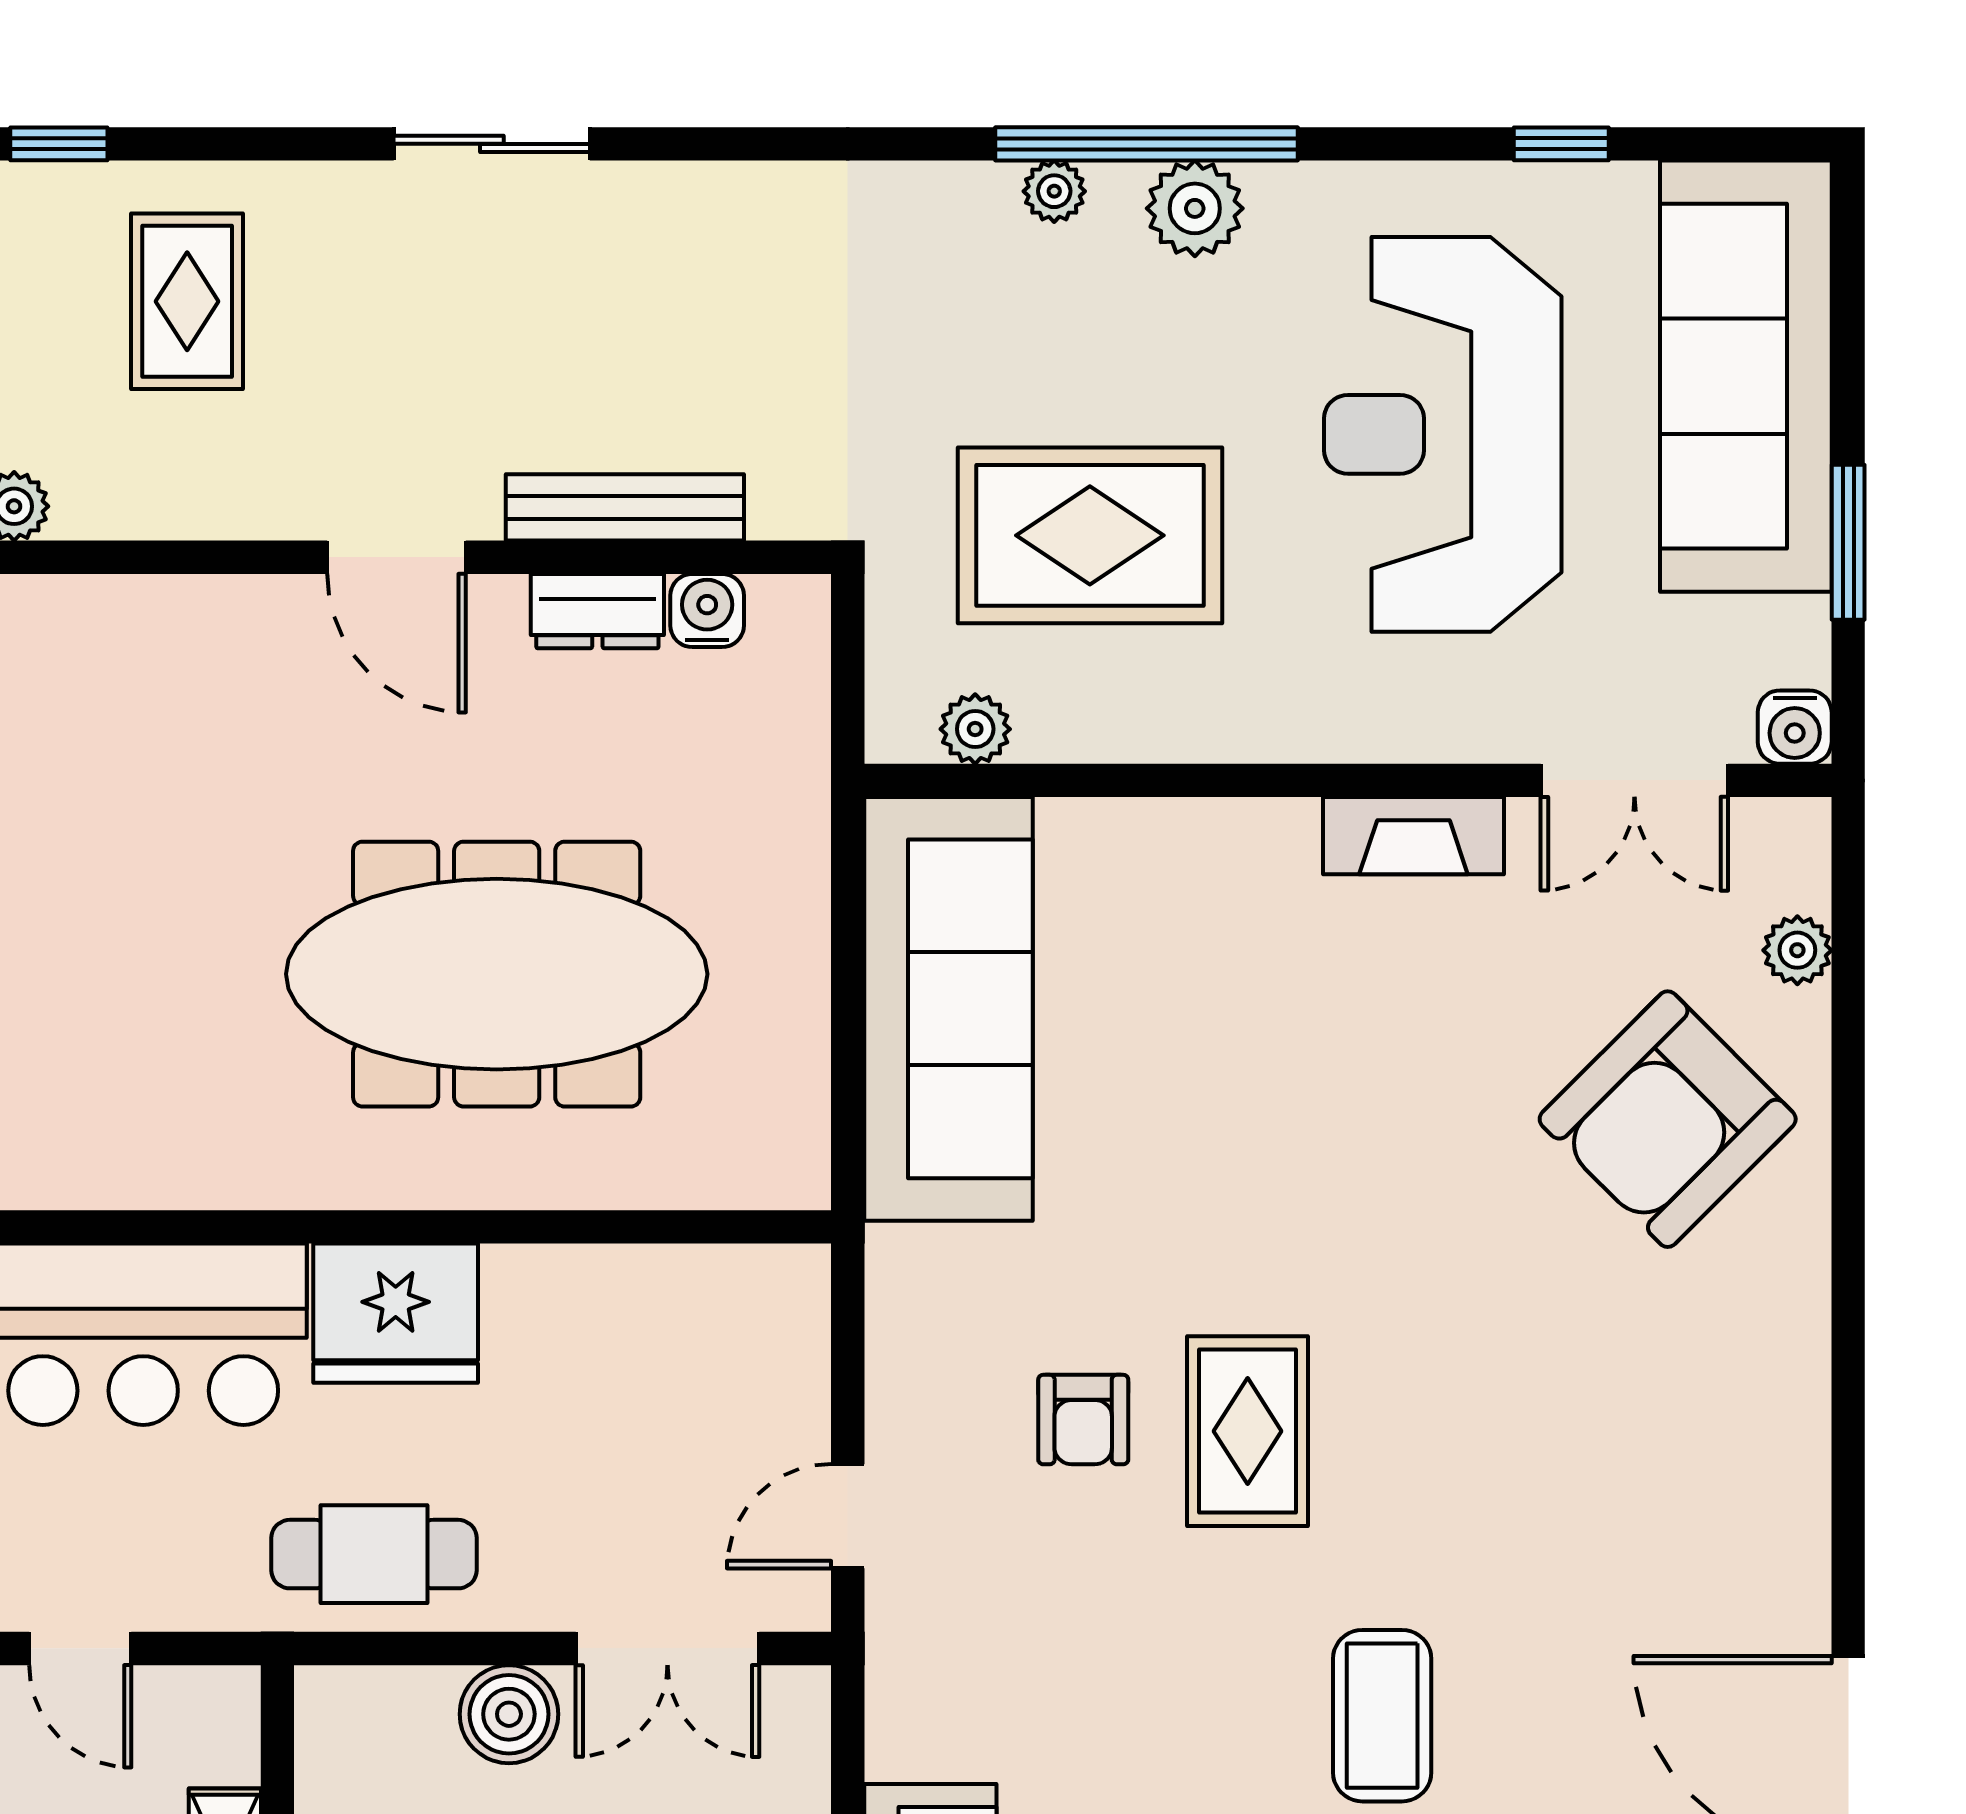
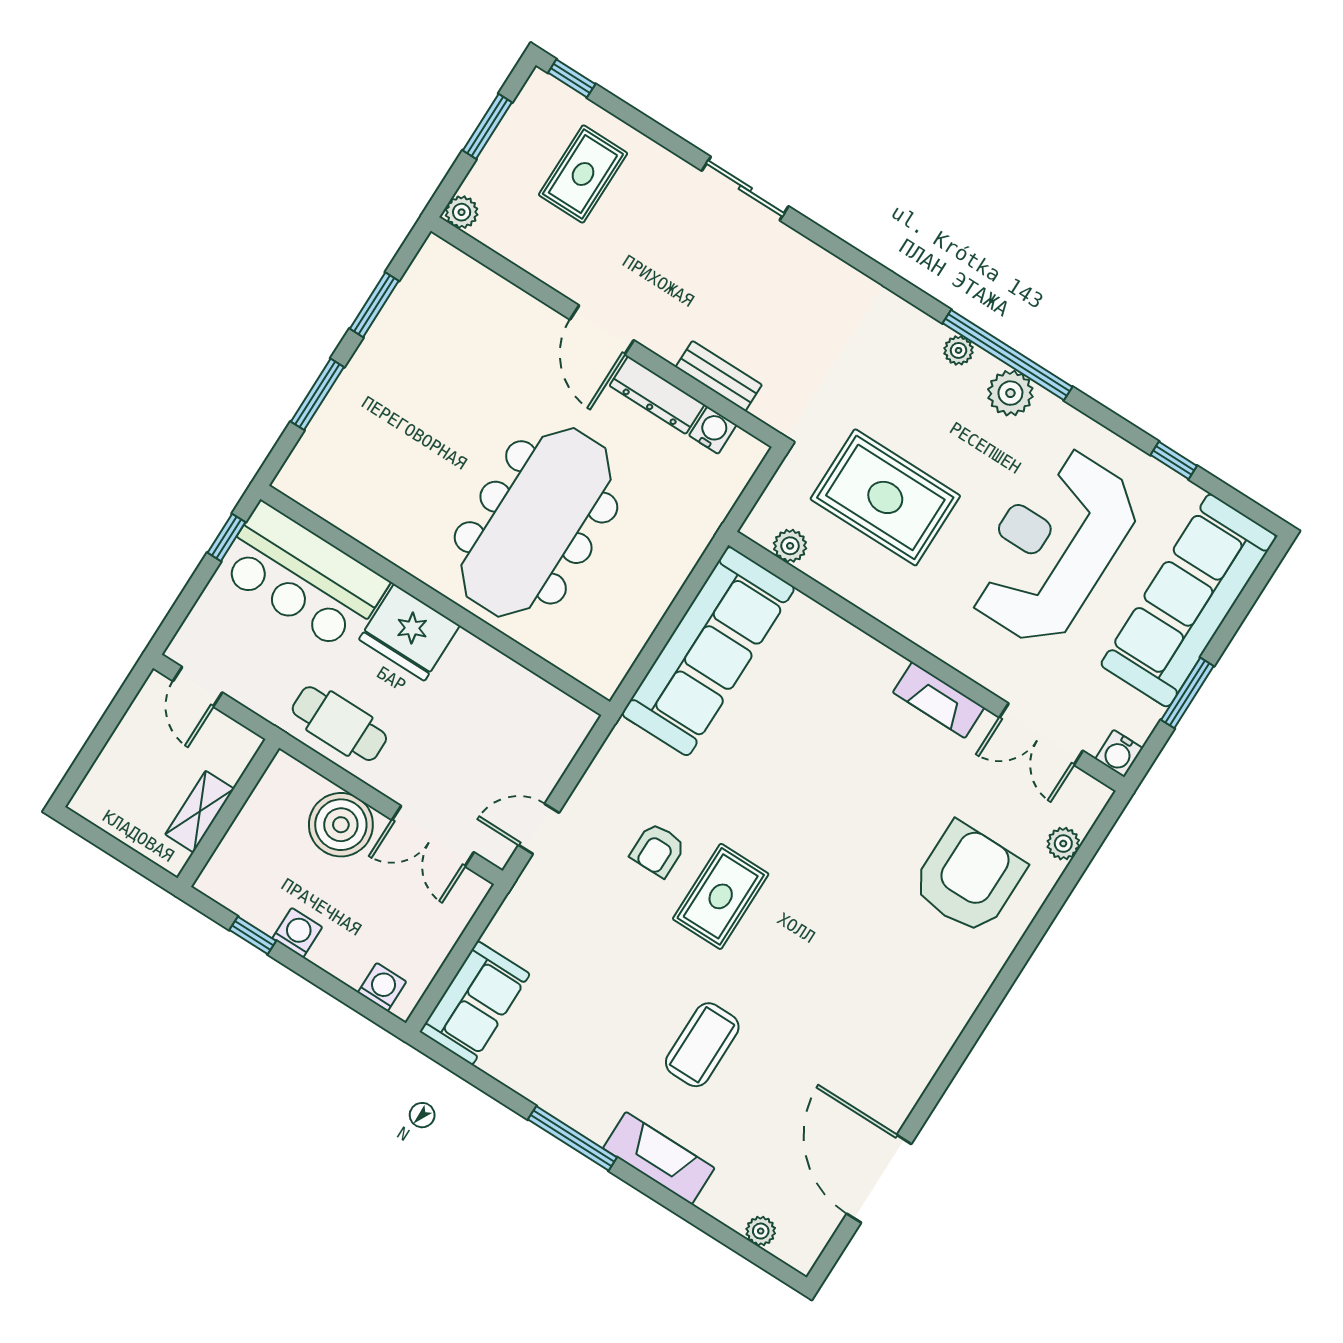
bench: (625, 507) -> (719, 376), width x0.73
dresser: (597, 611) -> (657, 395), width x1.44
meeting table: (497, 974) -> (536, 522), turned 90
armchair: (1668, 1119) -> (968, 878), turned 135
boiler: (509, 1714) -> (341, 825), width x1.37, depth x1.37

